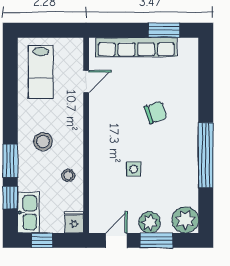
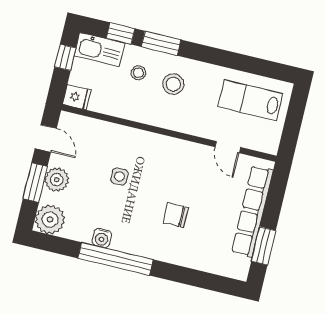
chair: (156, 112) -> (176, 215), turned 110
water cooler: (190, 171) -> (102, 238), added
stool: (68, 175) -> (139, 73), moved

